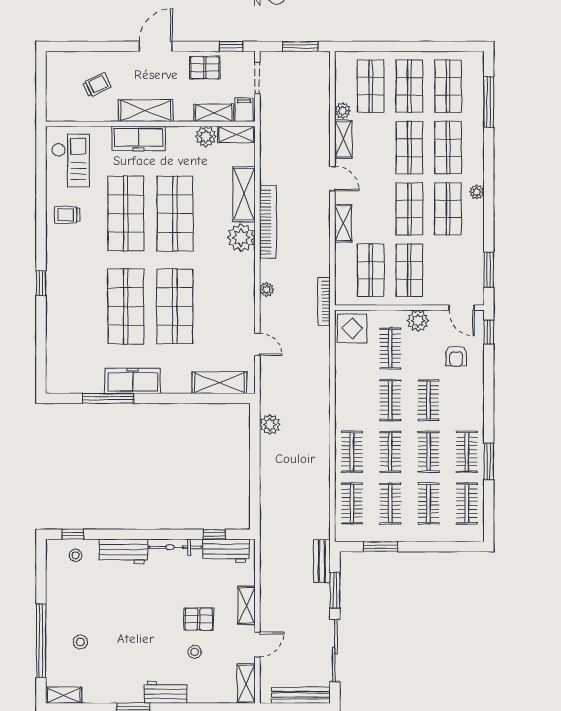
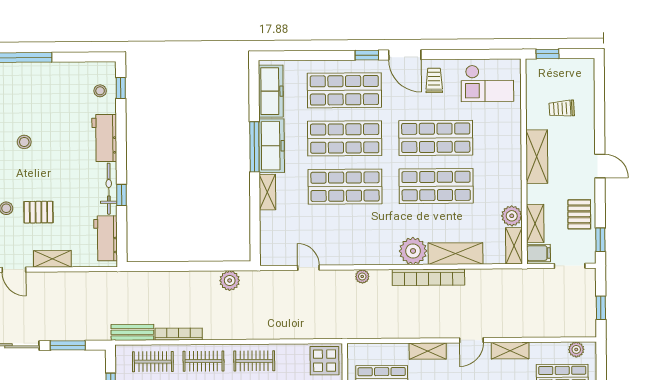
door: (156, 46) -> (600, 166), width x0.73
window: (300, 46) -> (601, 308), width x0.67
trolley: (97, 85) -> (562, 109), turned 112
window: (41, 99) -> (547, 54), added
plant: (343, 111) -> (576, 349), moved
freezer: (139, 138) -> (271, 91), moved, turned 180
door: (41, 244) -> (405, 55), added
bookcase: (324, 302) -> (179, 334), moved
shop shelf: (77, 306) -> (344, 90), added
door: (257, 344) -> (308, 268), swing flipped
shelving: (219, 383) -> (267, 192), moved, width x0.67, depth x0.75
window: (108, 398) -> (254, 147), moved
clothes rail: (352, 400) -> (254, 361), added
window: (214, 534) -> (122, 195), moved
bench: (322, 561) -> (132, 332), moved
pallet: (199, 619) -> (38, 212), turned 90
stool: (80, 642) -> (24, 142), moved

